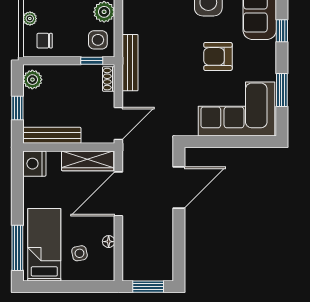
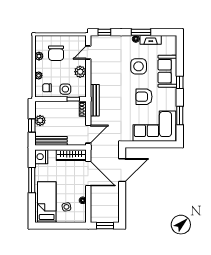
side table: (98, 40) -> (65, 89), moved
plant: (32, 80) -> (40, 120), moved
door: (118, 194) -> (88, 174), swing flipped
window: (17, 248) -> (32, 180), moved

